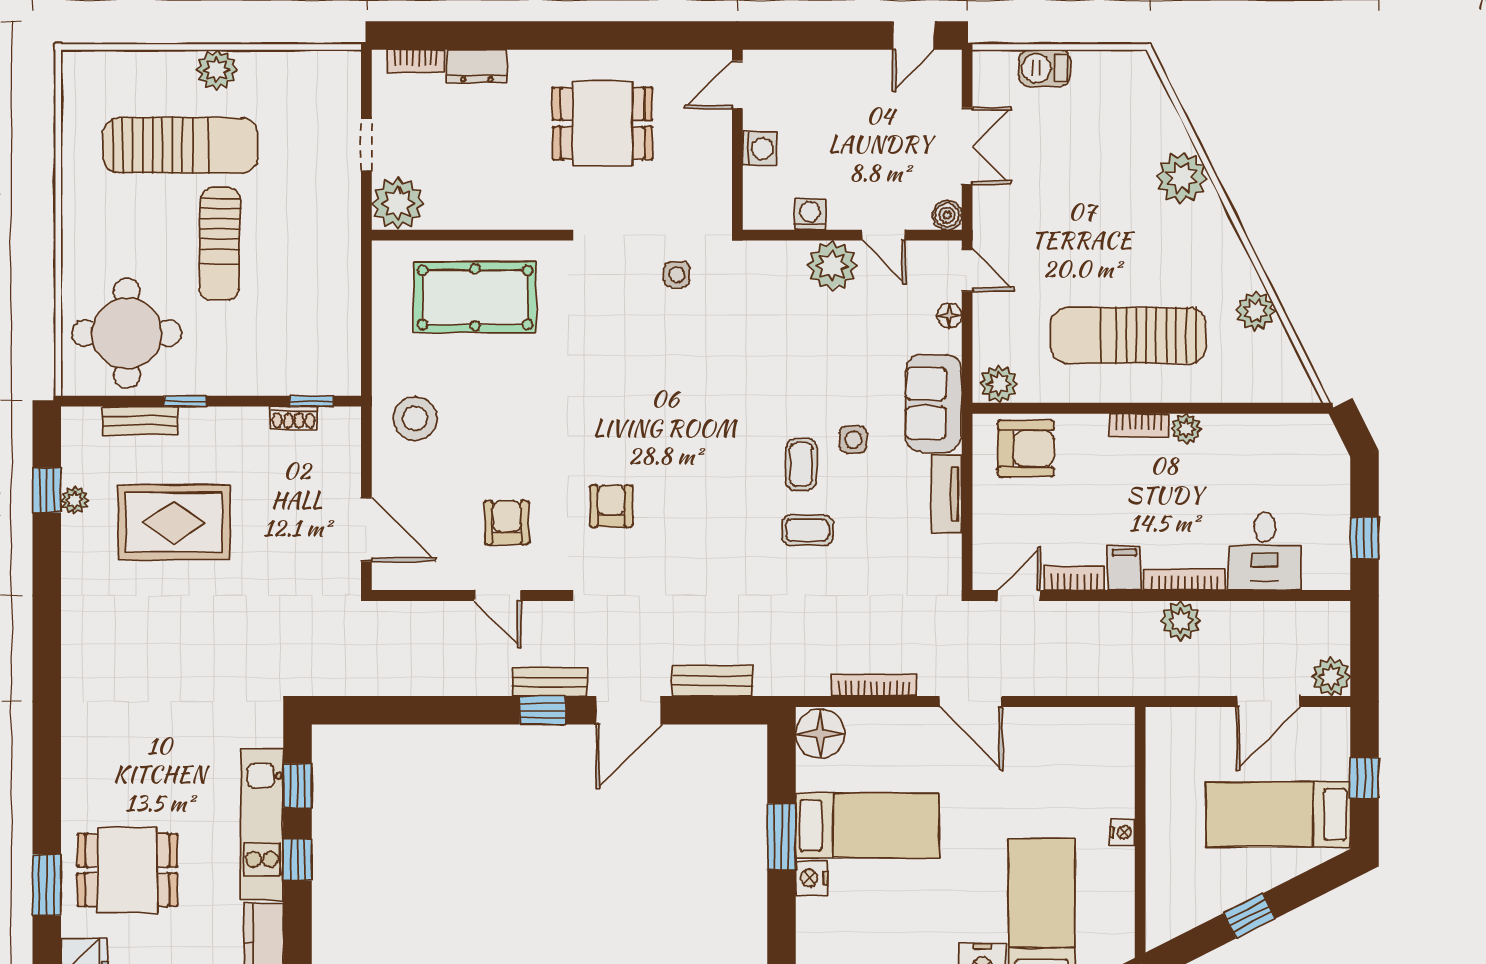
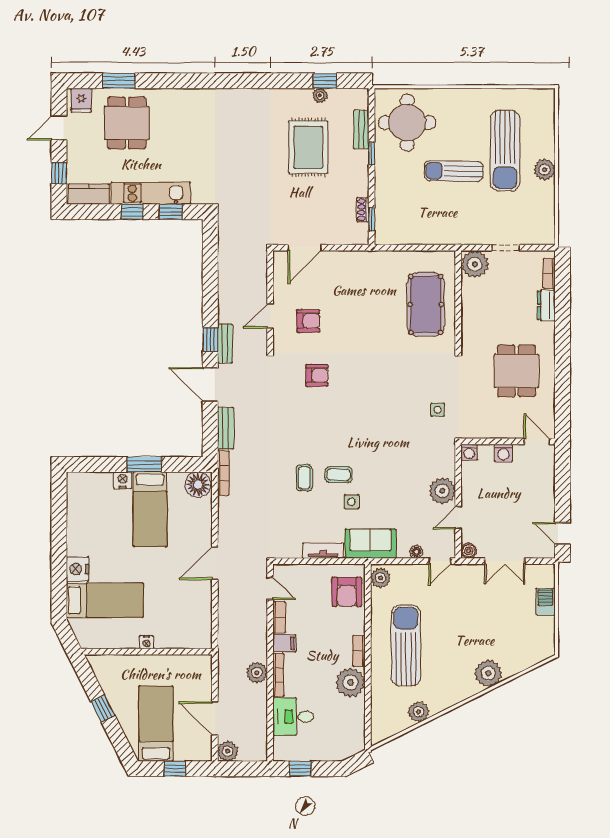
washing machine: (810, 214) -> (469, 452), moved, turned 90
stool: (415, 418) -> (363, 273), removed
plant: (1186, 429) -> (350, 682), width x1.88, depth x1.88
bookcase: (874, 685) -> (223, 473), moved

